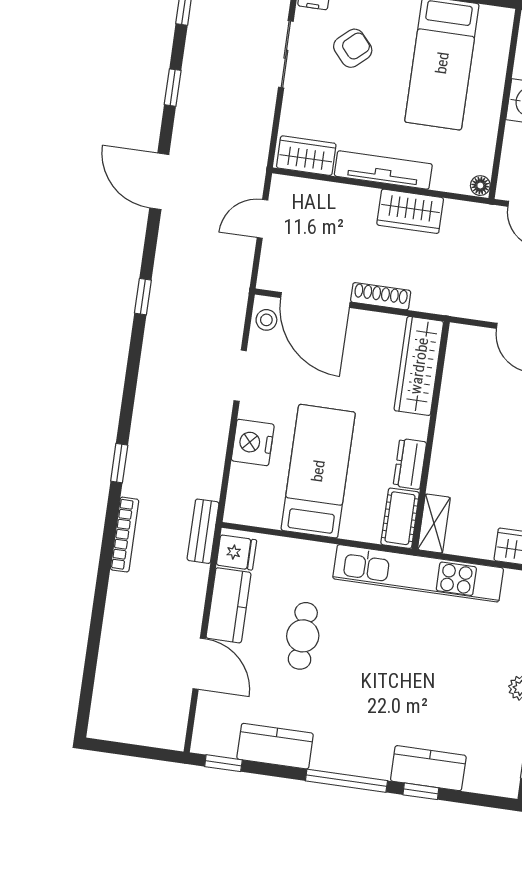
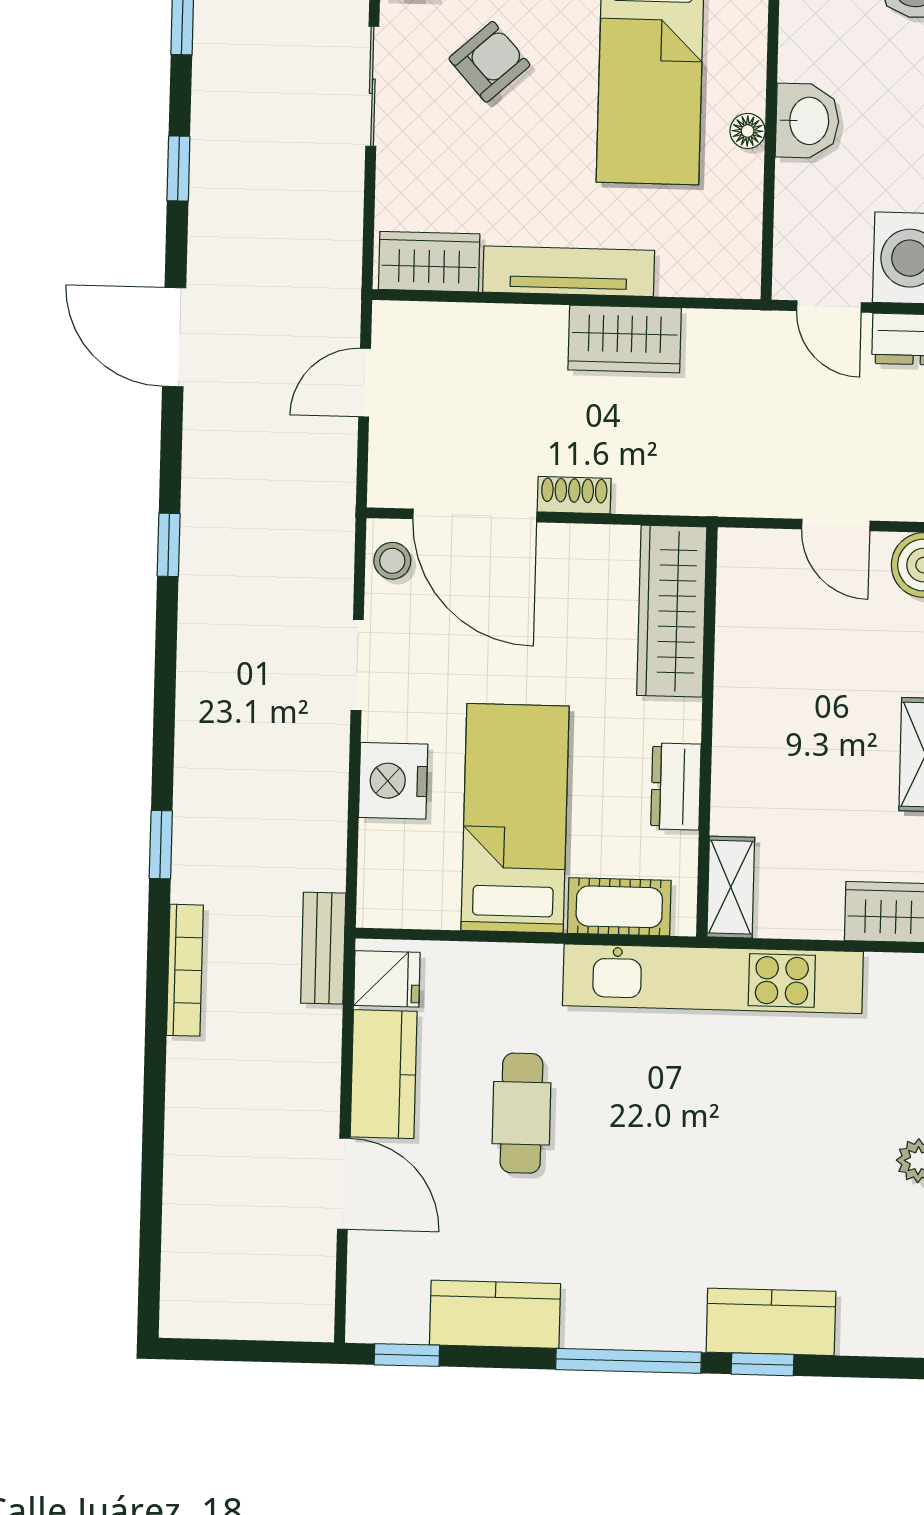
floor lamp: (480, 186) -> (748, 131), moved
shoe rack: (381, 296) -> (574, 495), width x0.70
cot: (400, 518) -> (619, 907), moved, turned 90

